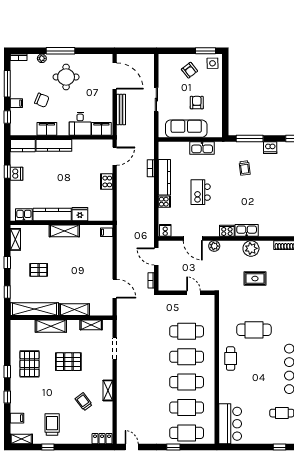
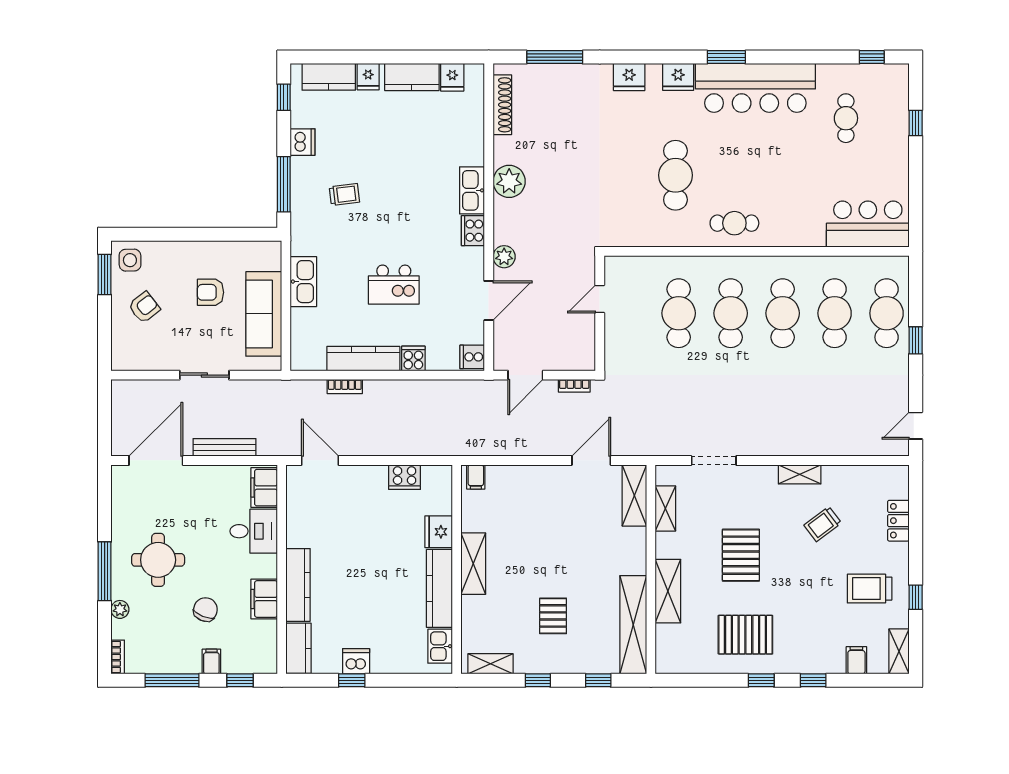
cooker: (107, 181) -> (405, 477), moved
rug: (255, 279) -> (571, 173), removed
shelving: (74, 310) -> (634, 495), moved
locker: (102, 439) -> (898, 521), moved

